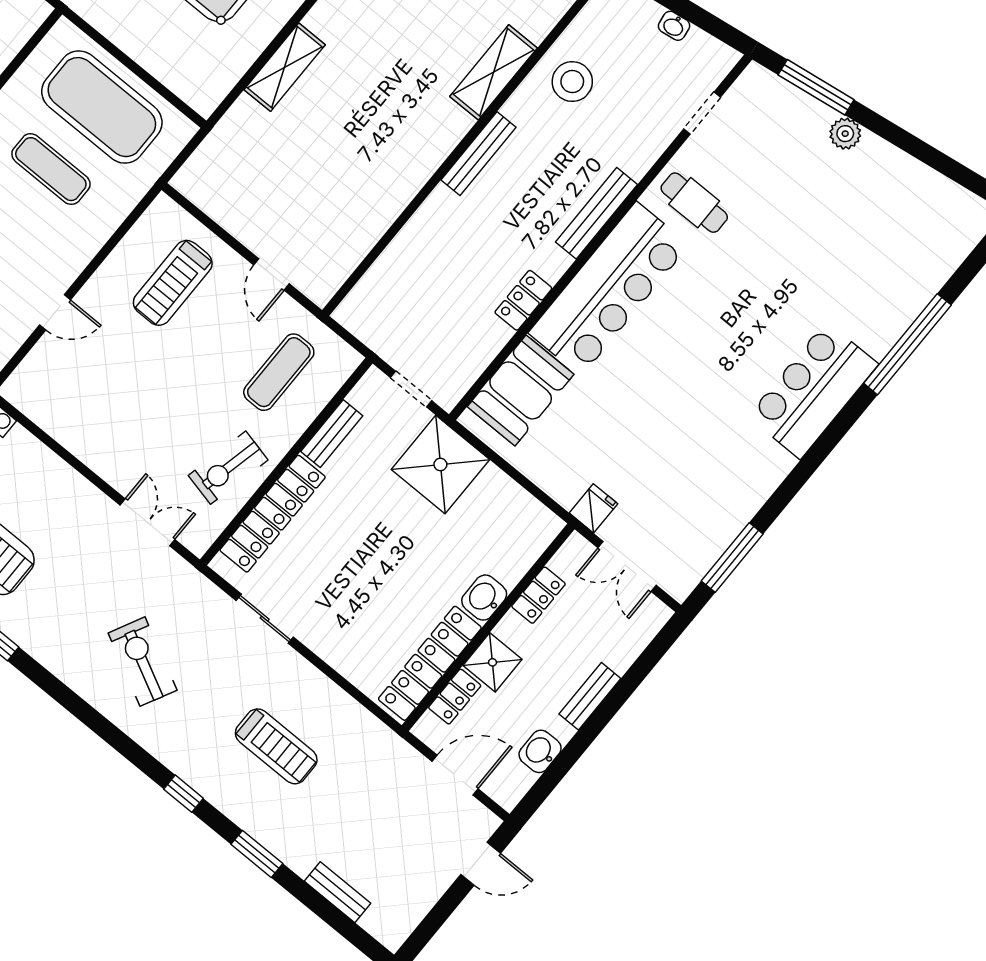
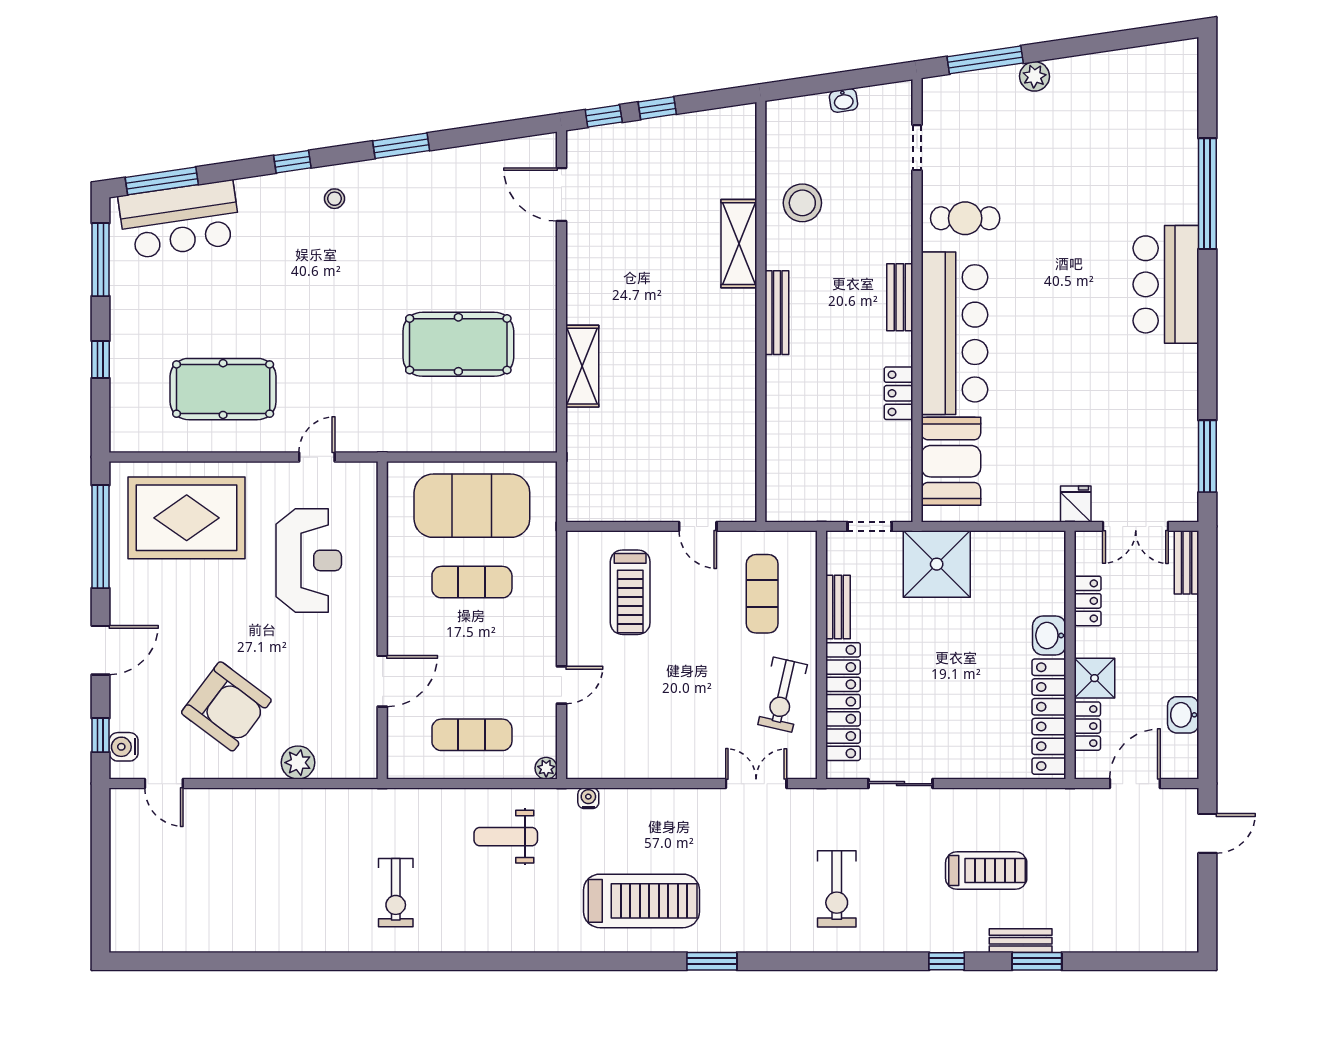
bench: (597, 213) -> (900, 297), width x0.73
exercise bike: (143, 662) -> (837, 889), turned -117
bench: (590, 696) -> (1187, 562), moved
bench: (338, 892) -> (1021, 941), moved

